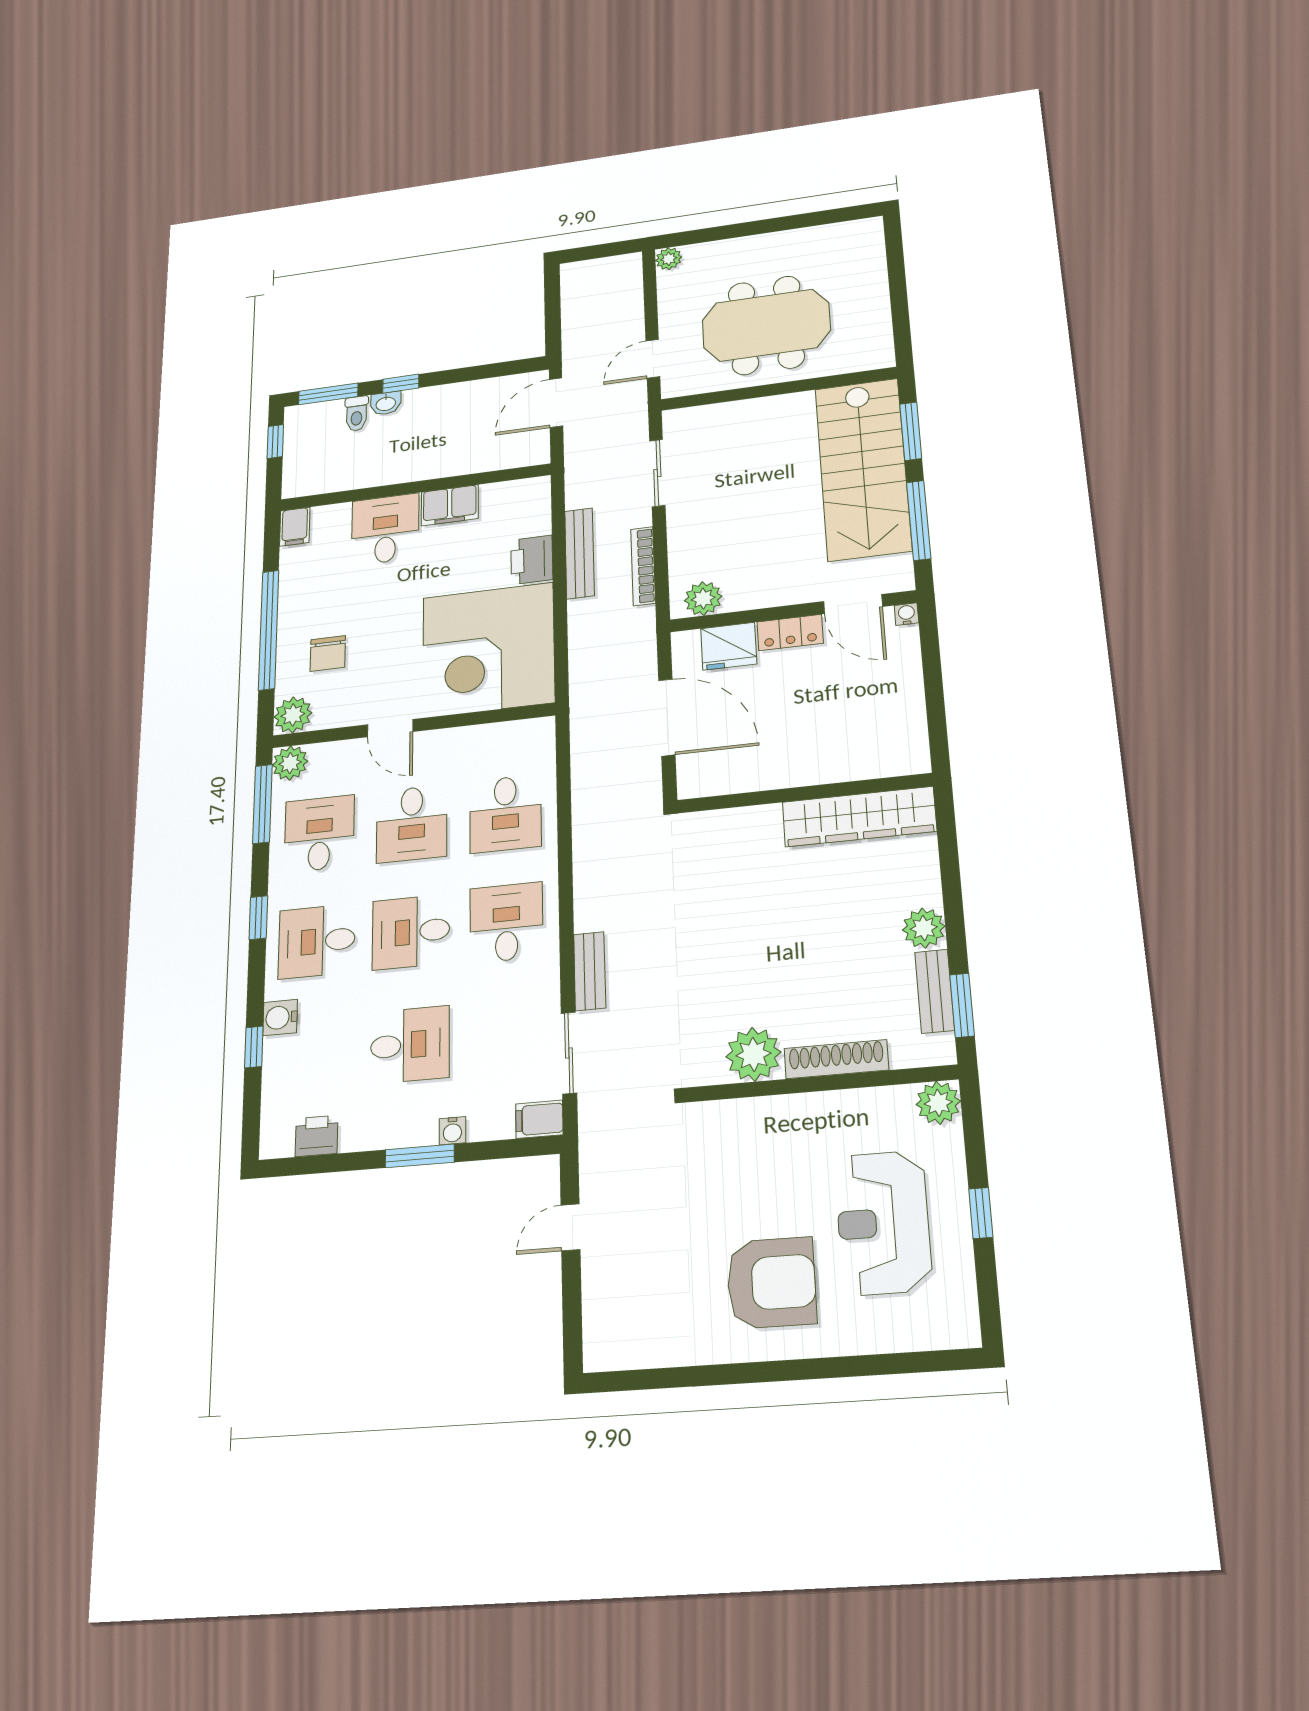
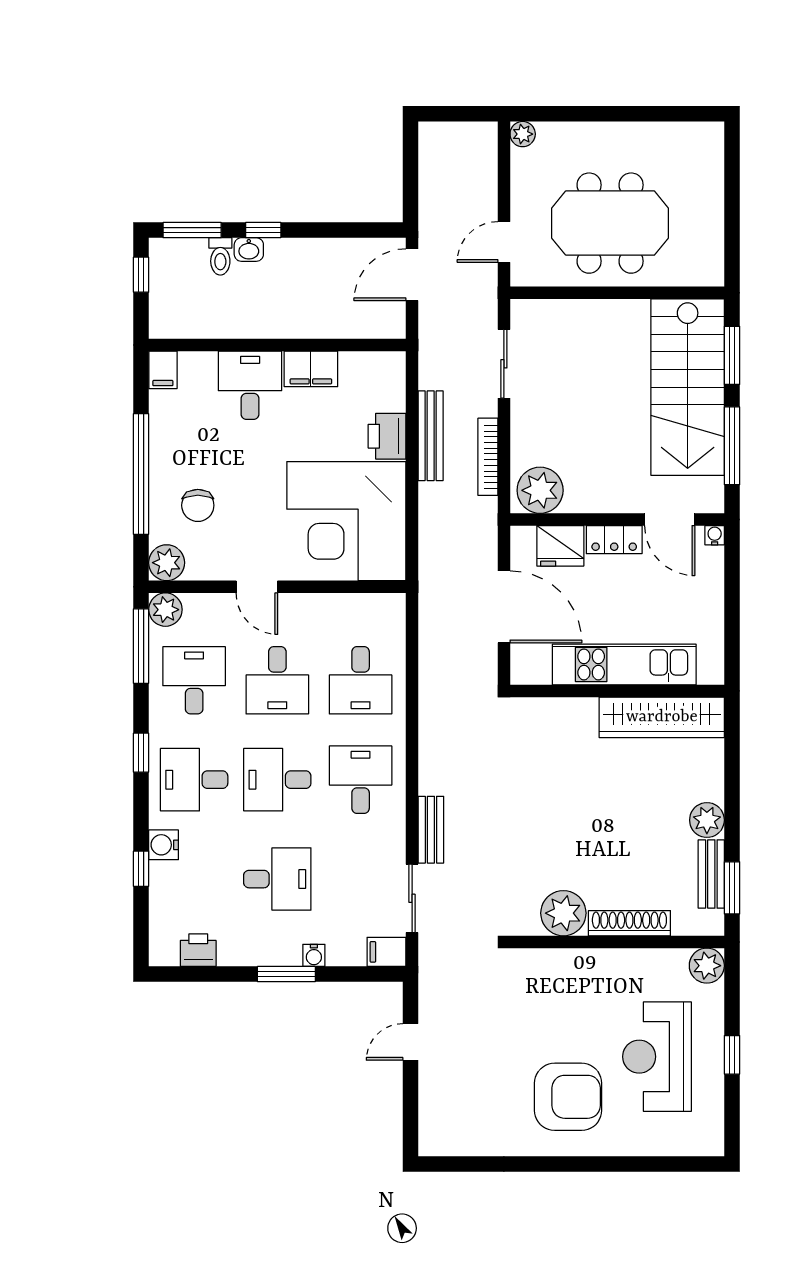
plant: (703, 599) -> (540, 490), width x1.36, depth x1.36
kitchen unit: (810, 763) -> (624, 664), added

